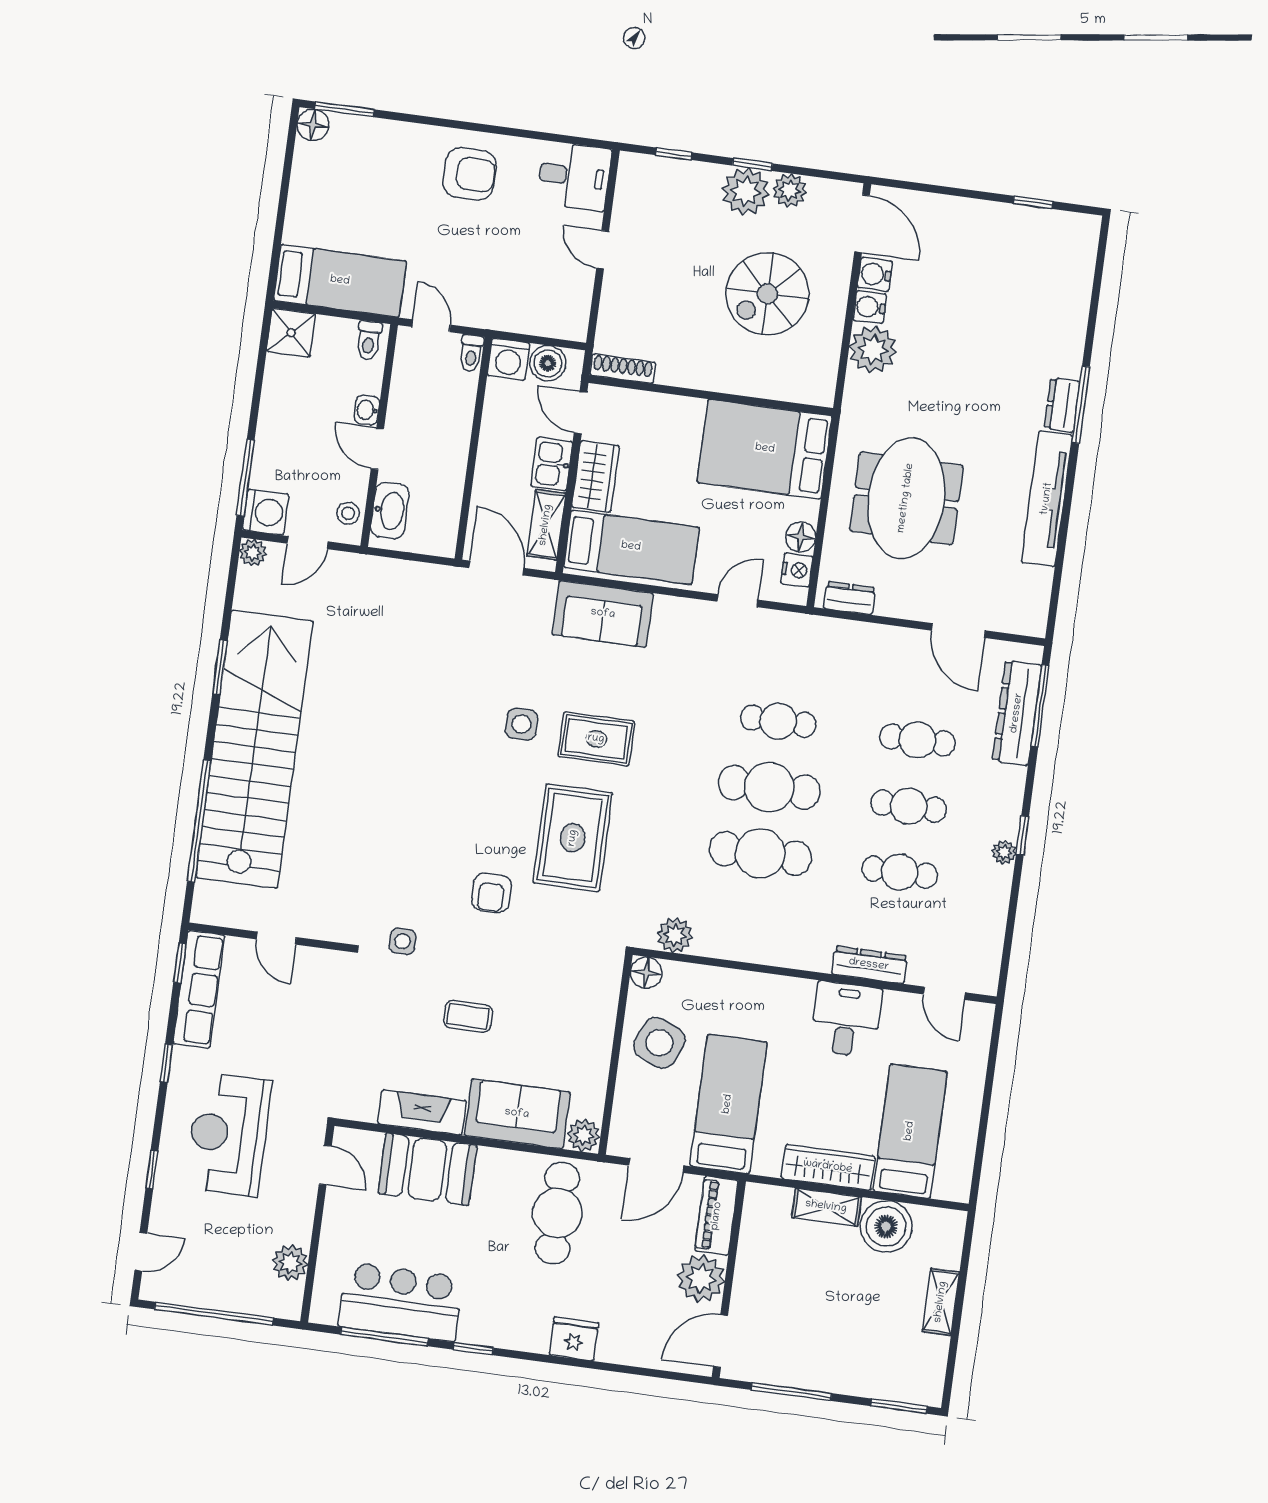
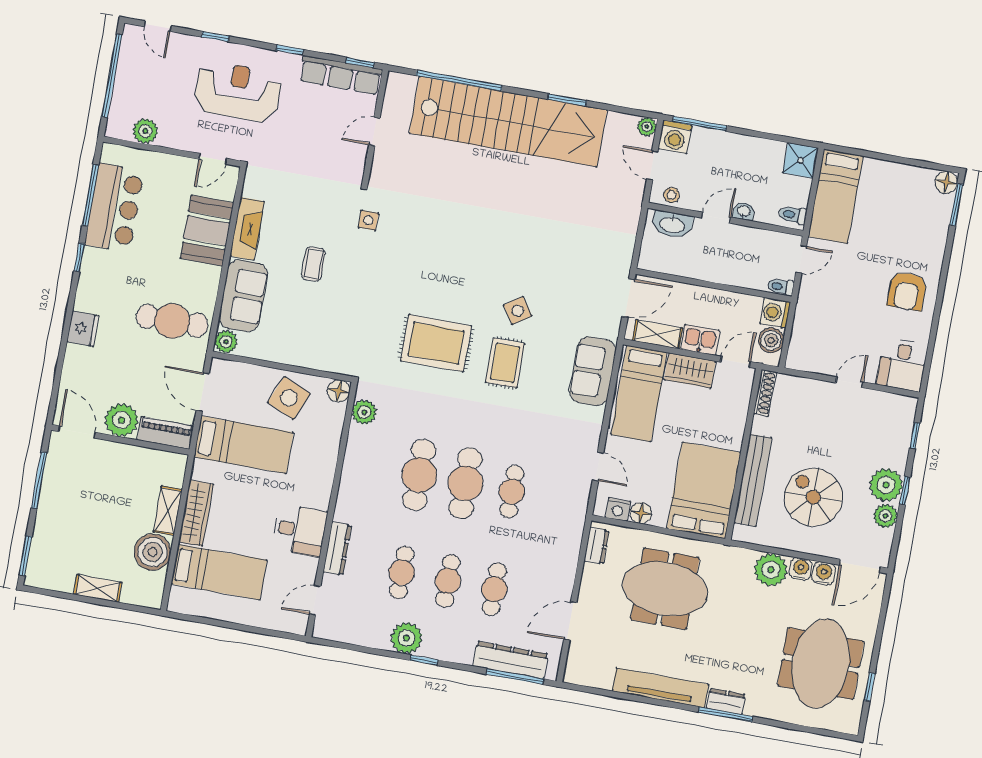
meeting table: (1003, 273) -> (821, 663), added
bench: (747, 380) -> (753, 480), added
side table: (521, 724) -> (518, 311), turned -34
plant: (1004, 852) -> (407, 638), width x1.87, depth x1.87
armchair: (491, 893) -> (400, 284), removed

